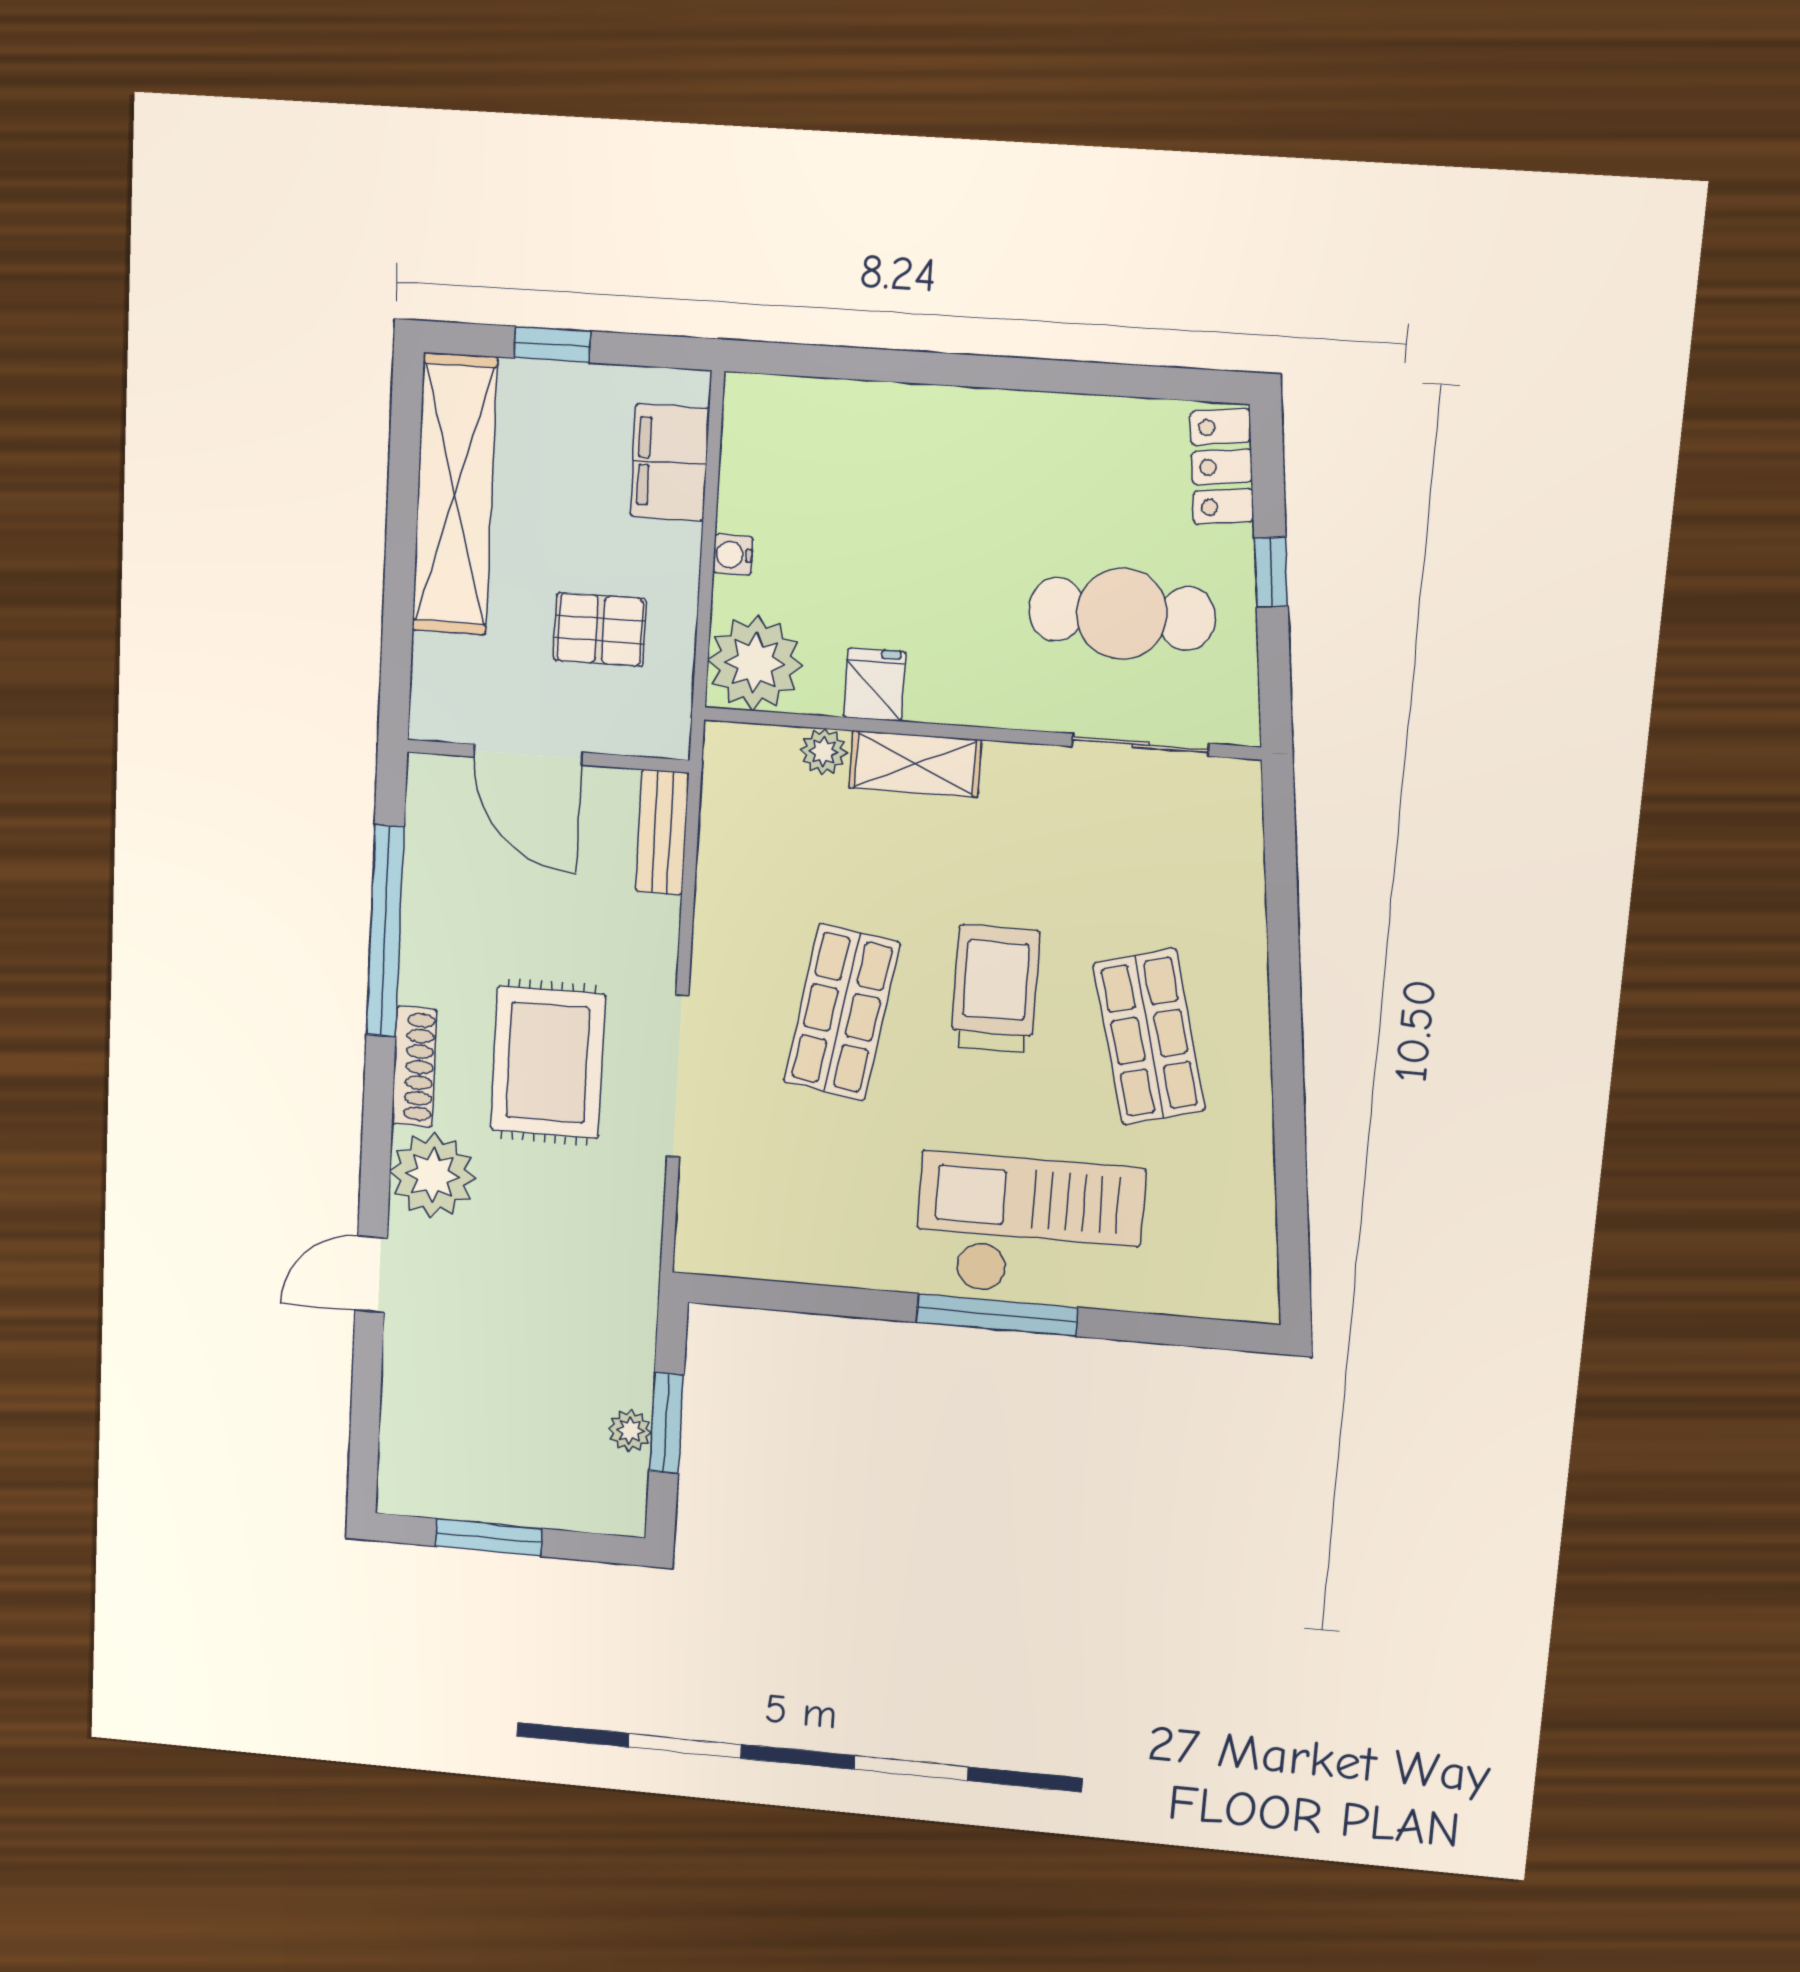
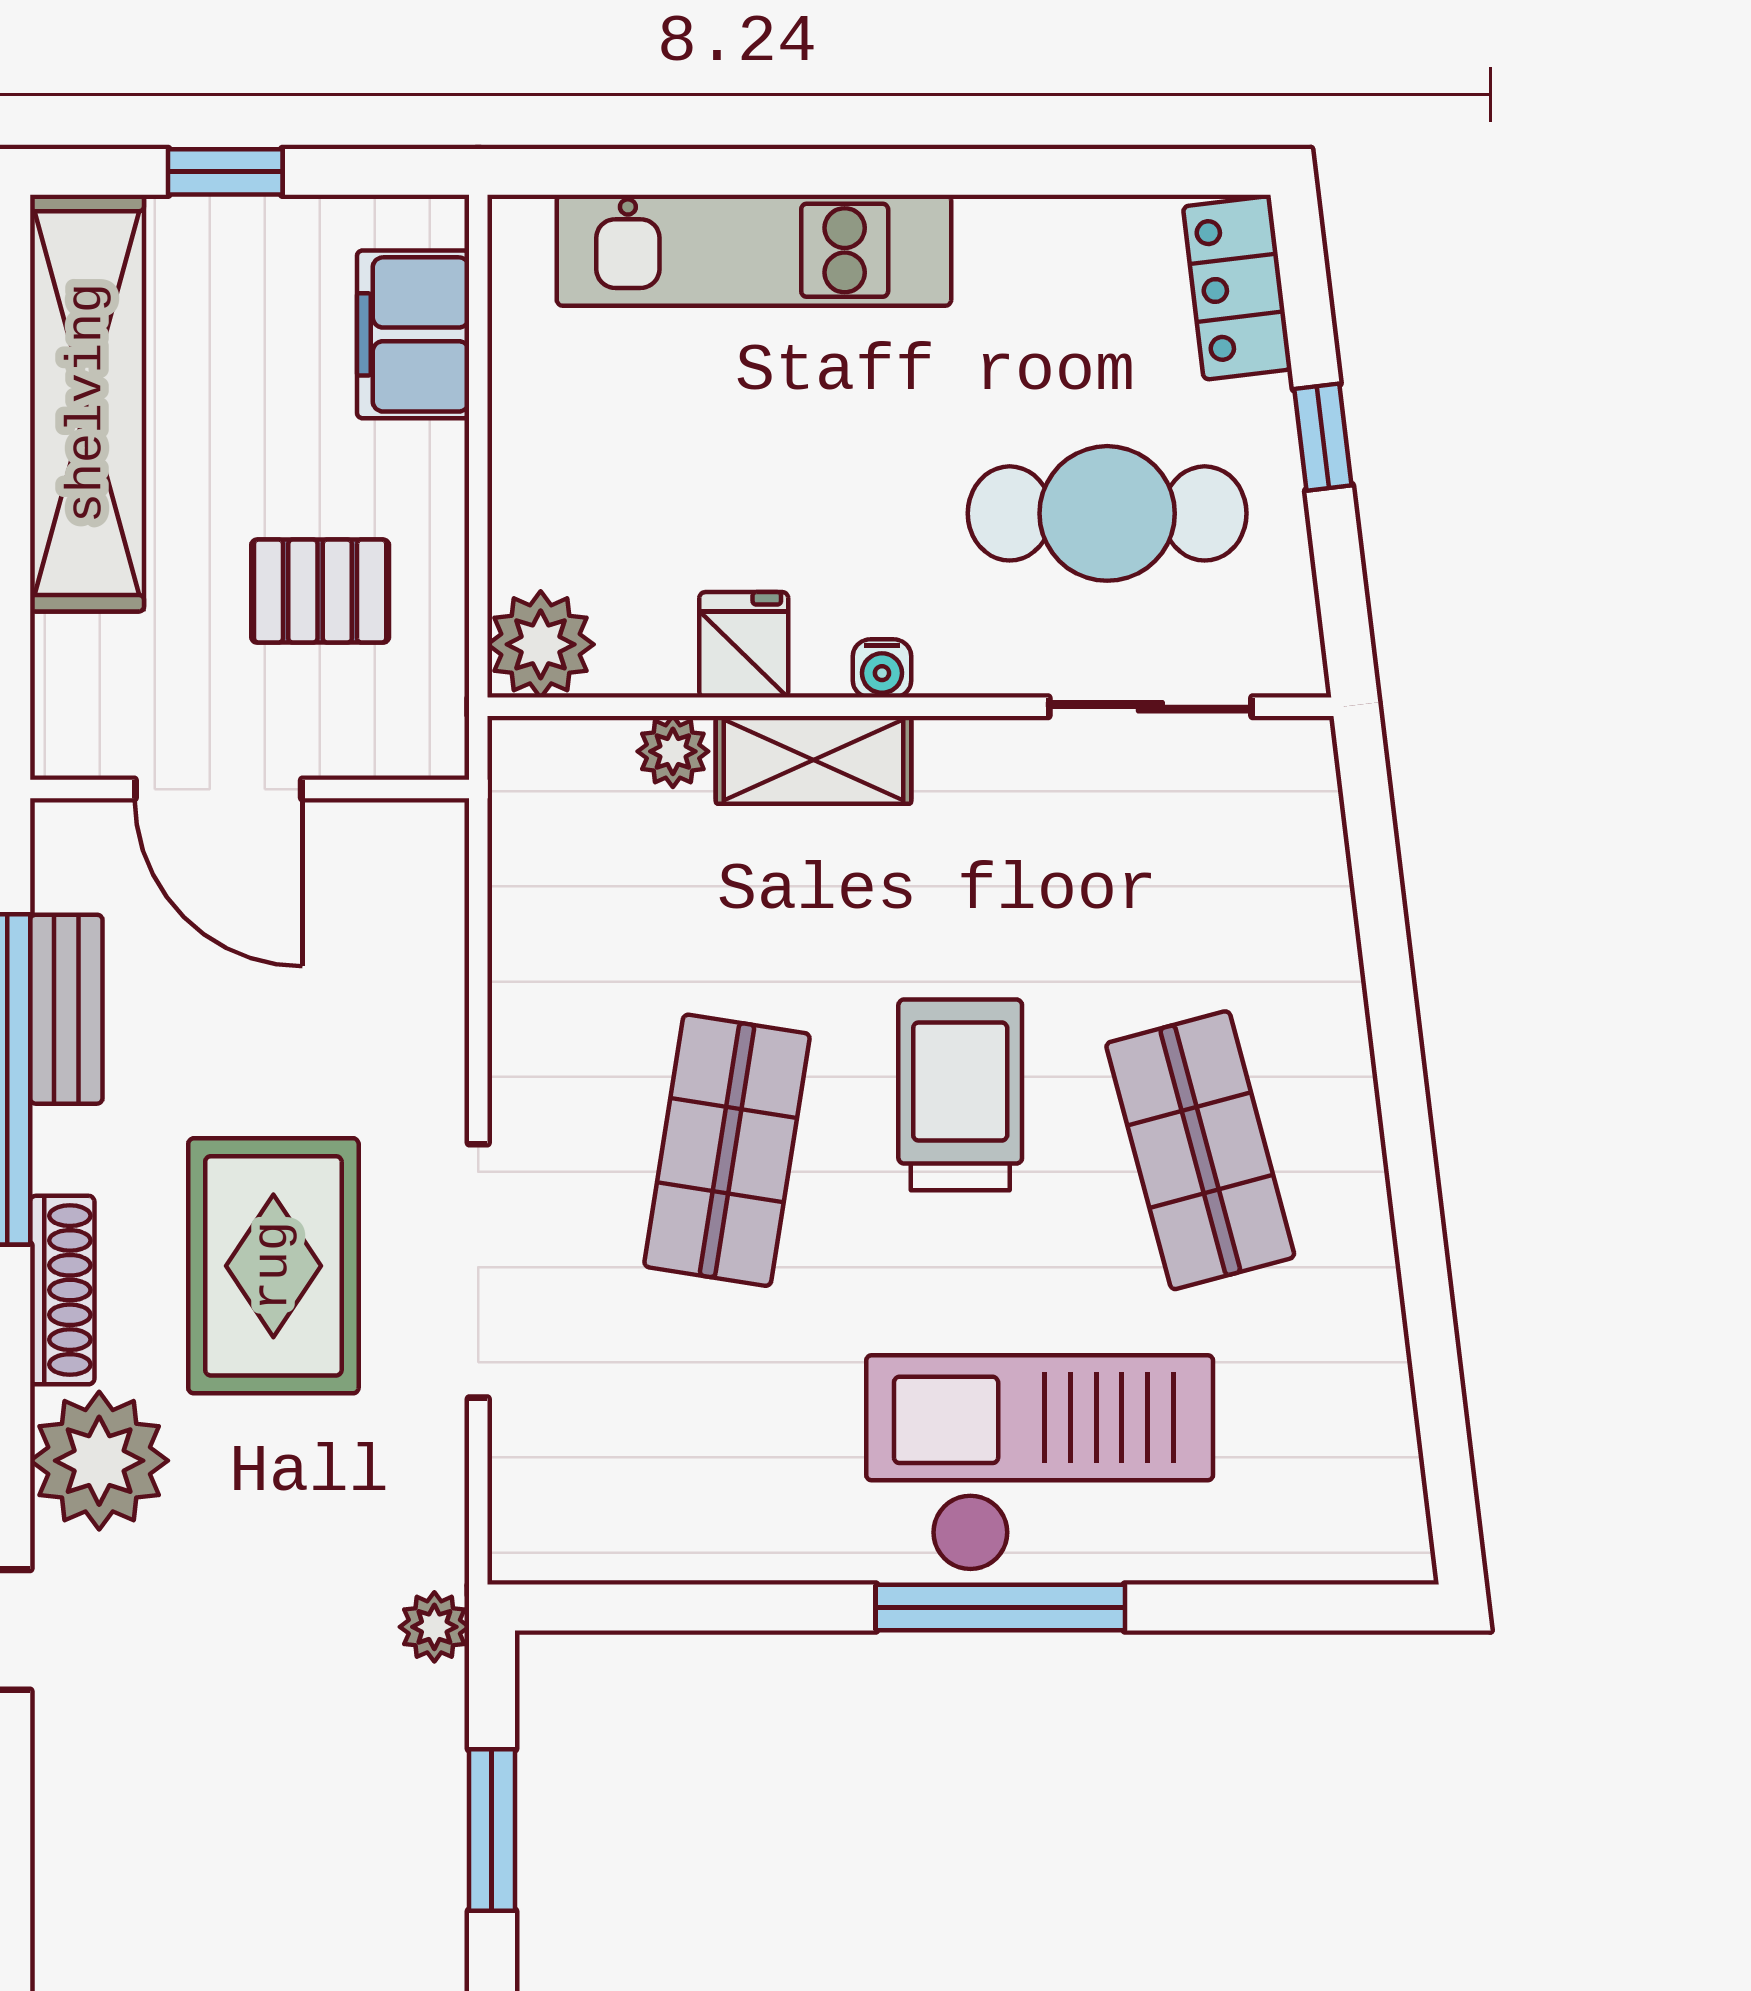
kitchen unit: (899, 420) -> (754, 250), added
water cooler: (733, 555) -> (882, 668), moved, turned -90
plant: (755, 663) -> (541, 644), width x0.73, depth x0.73
bench: (662, 832) -> (66, 1009), moved
plant: (630, 1431) -> (434, 1627), moved

